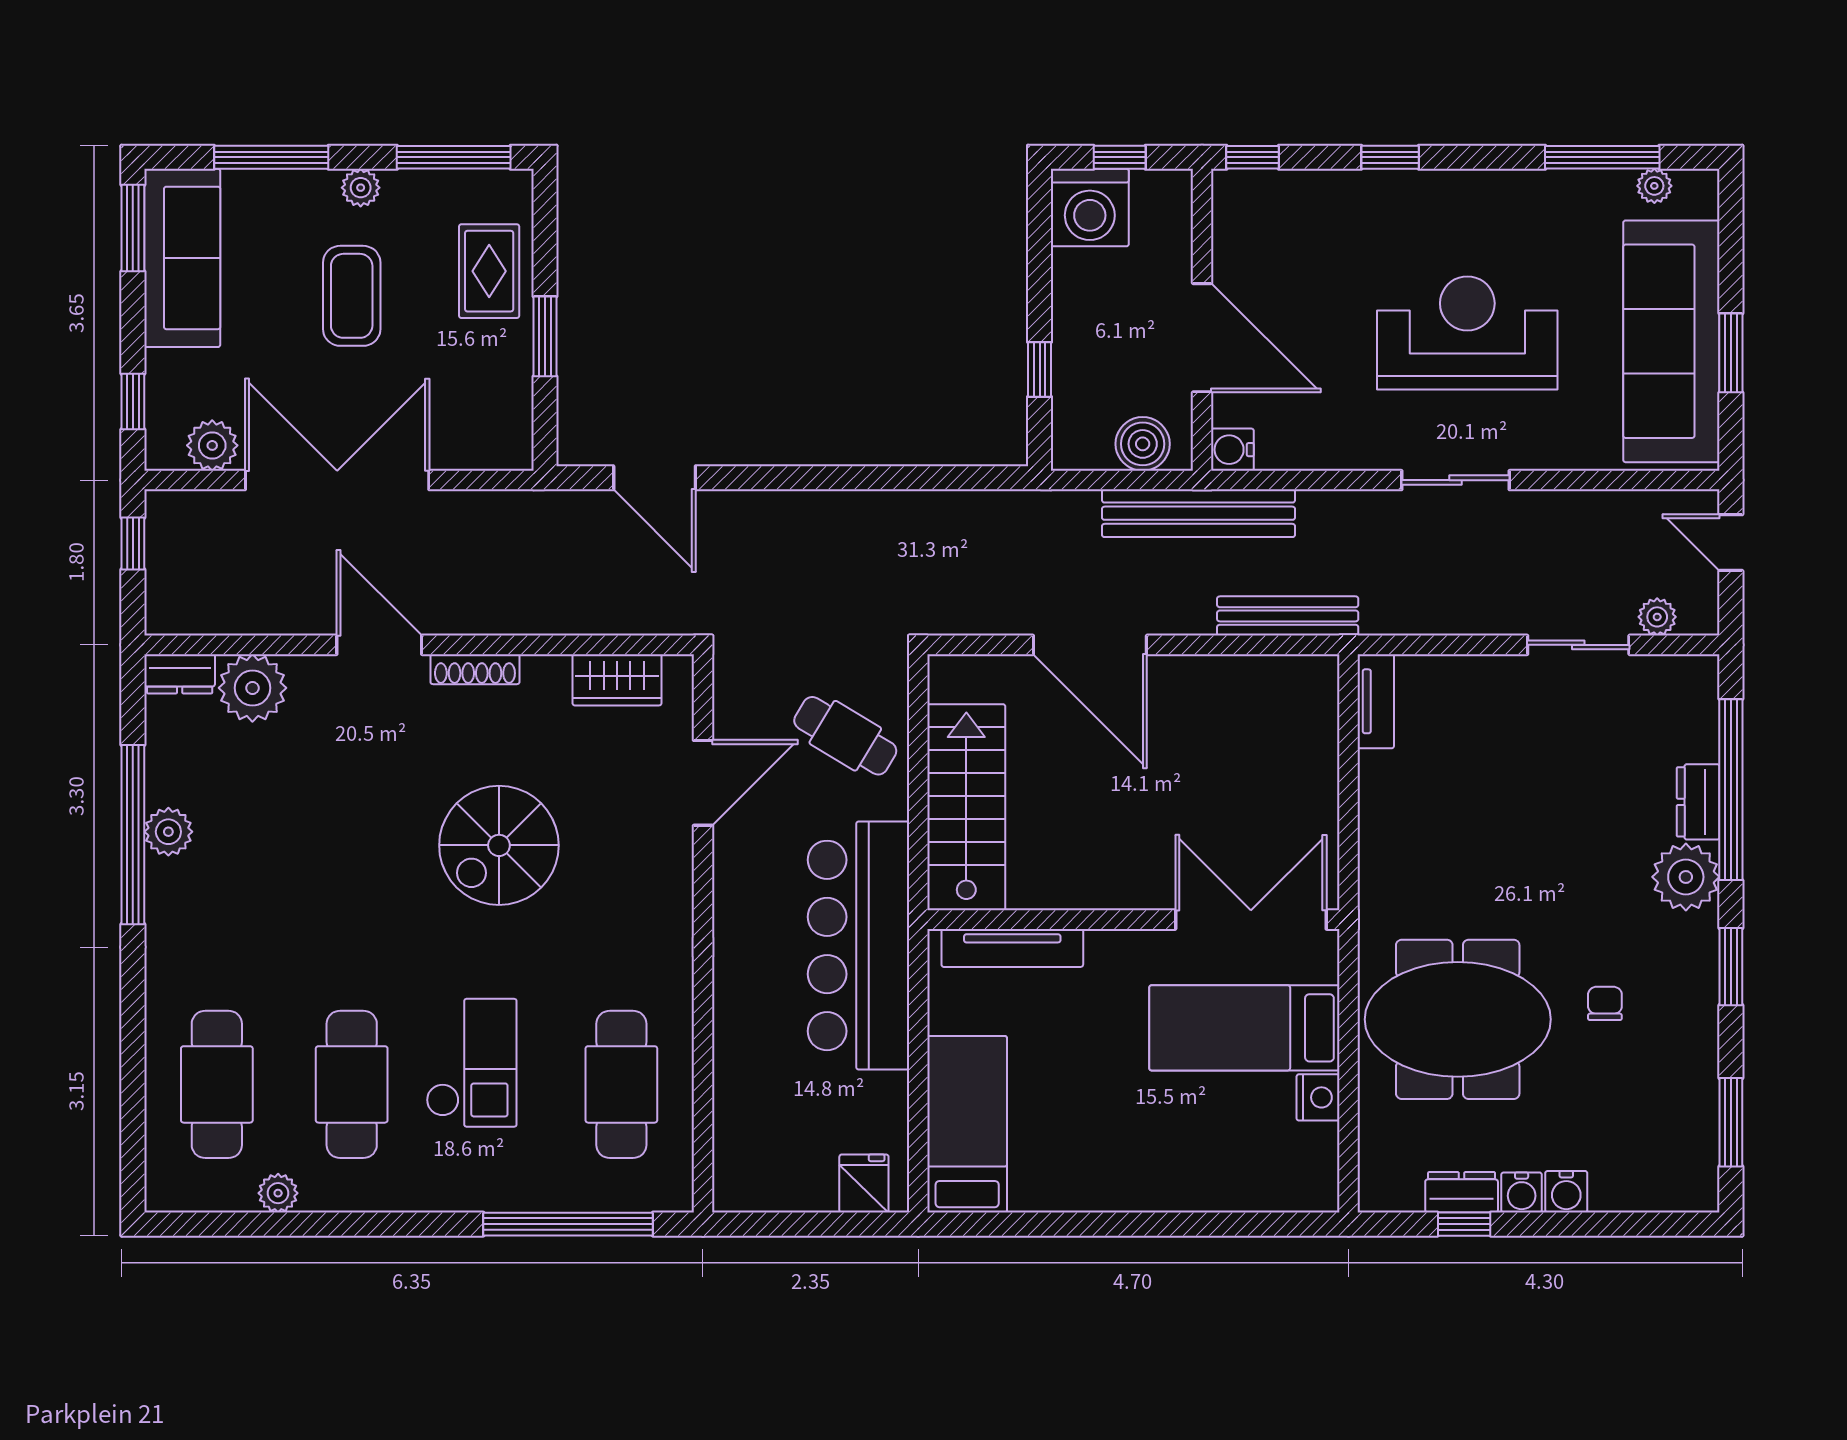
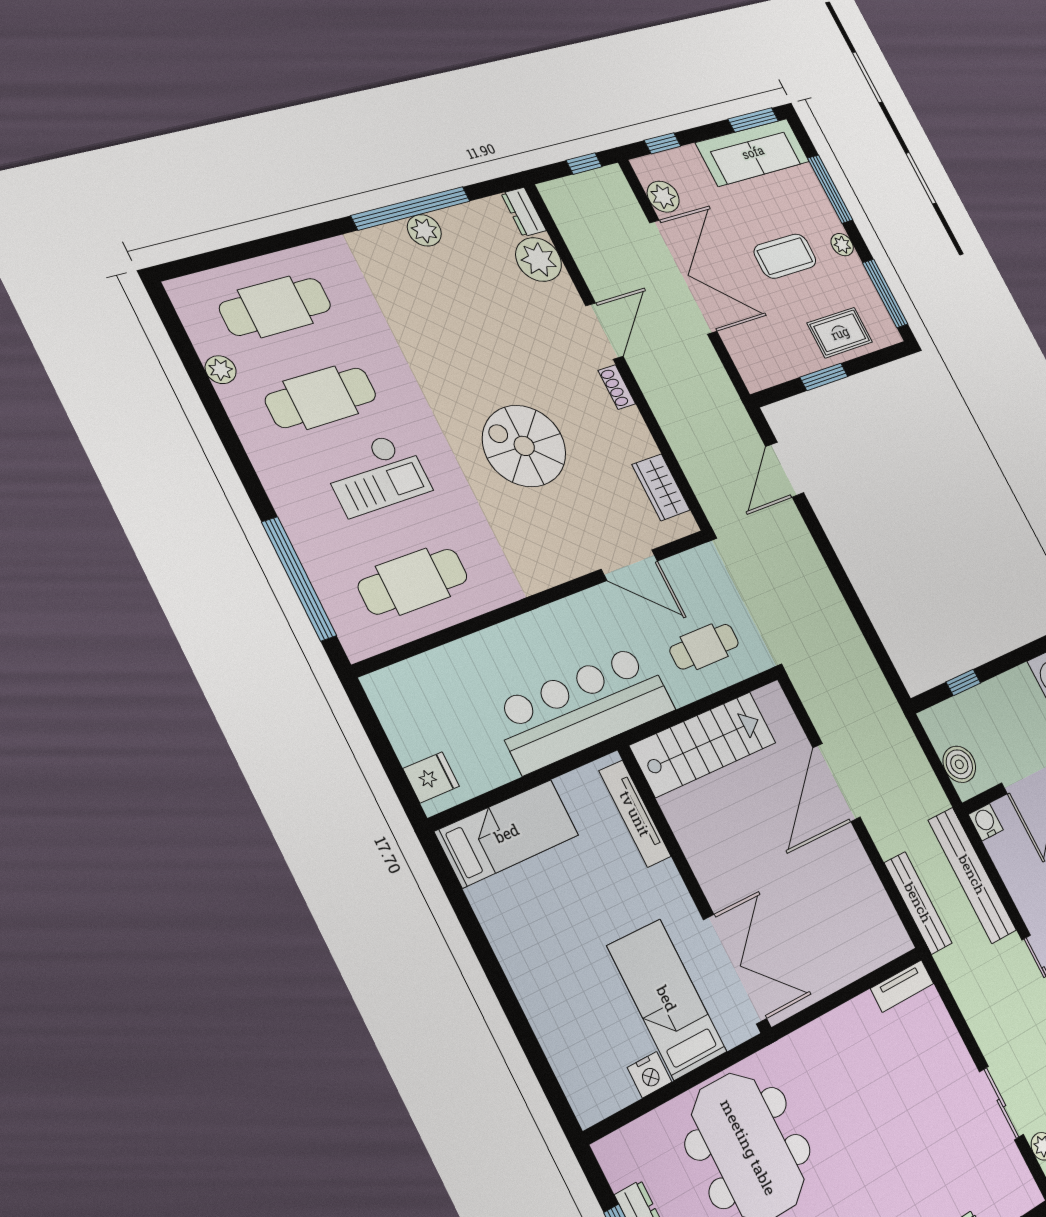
bench: (1198, 513) -> (972, 875), moved
shoe rack: (475, 669) -> (617, 387), width x0.70
cafe table: (845, 736) -> (704, 647), turned 59

